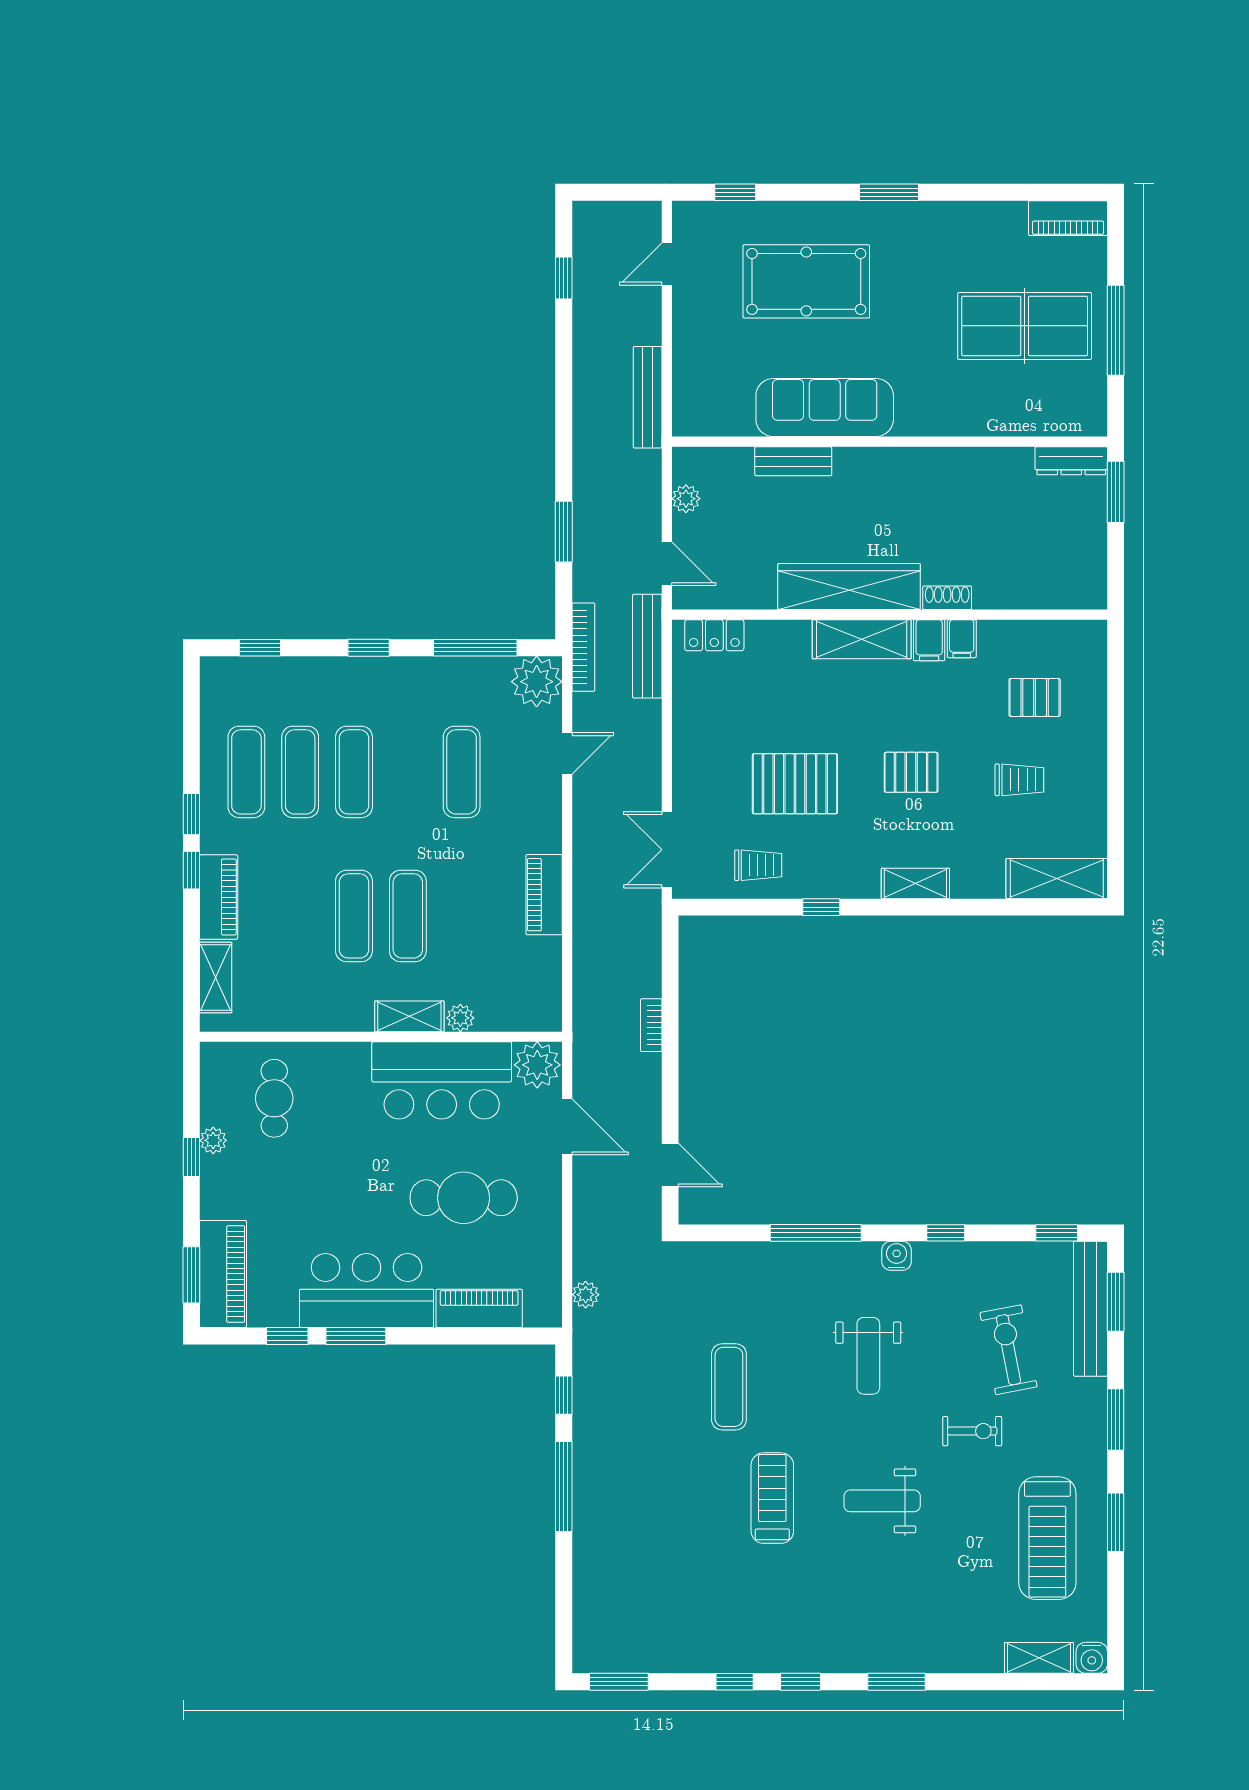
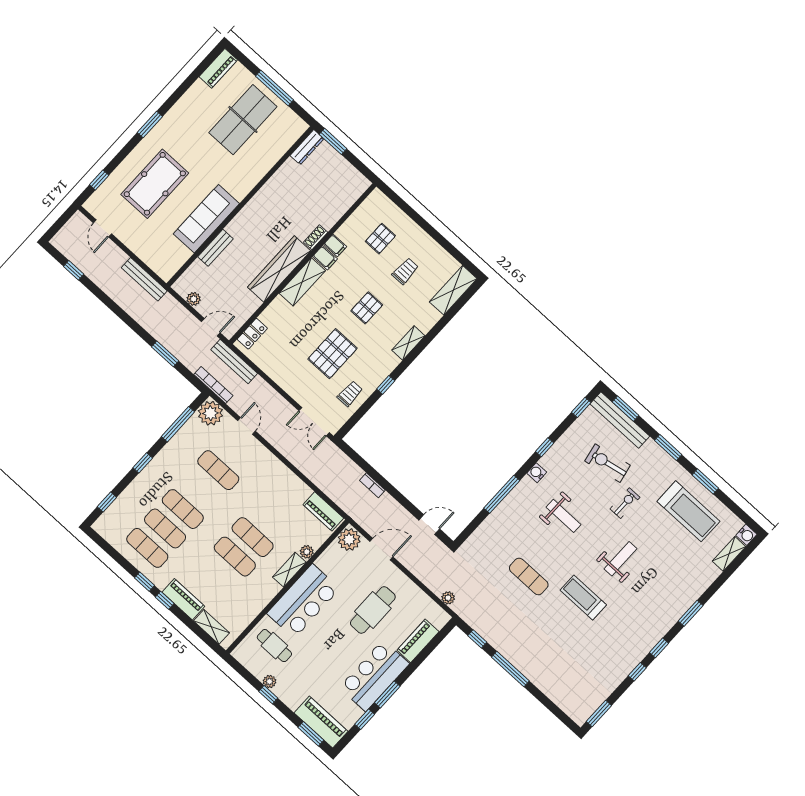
piano: (544, 895) -> (323, 511), moved
bar counter: (442, 1080) -> (303, 601), moved
weight bench: (882, 1501) -> (620, 559), turned 180

